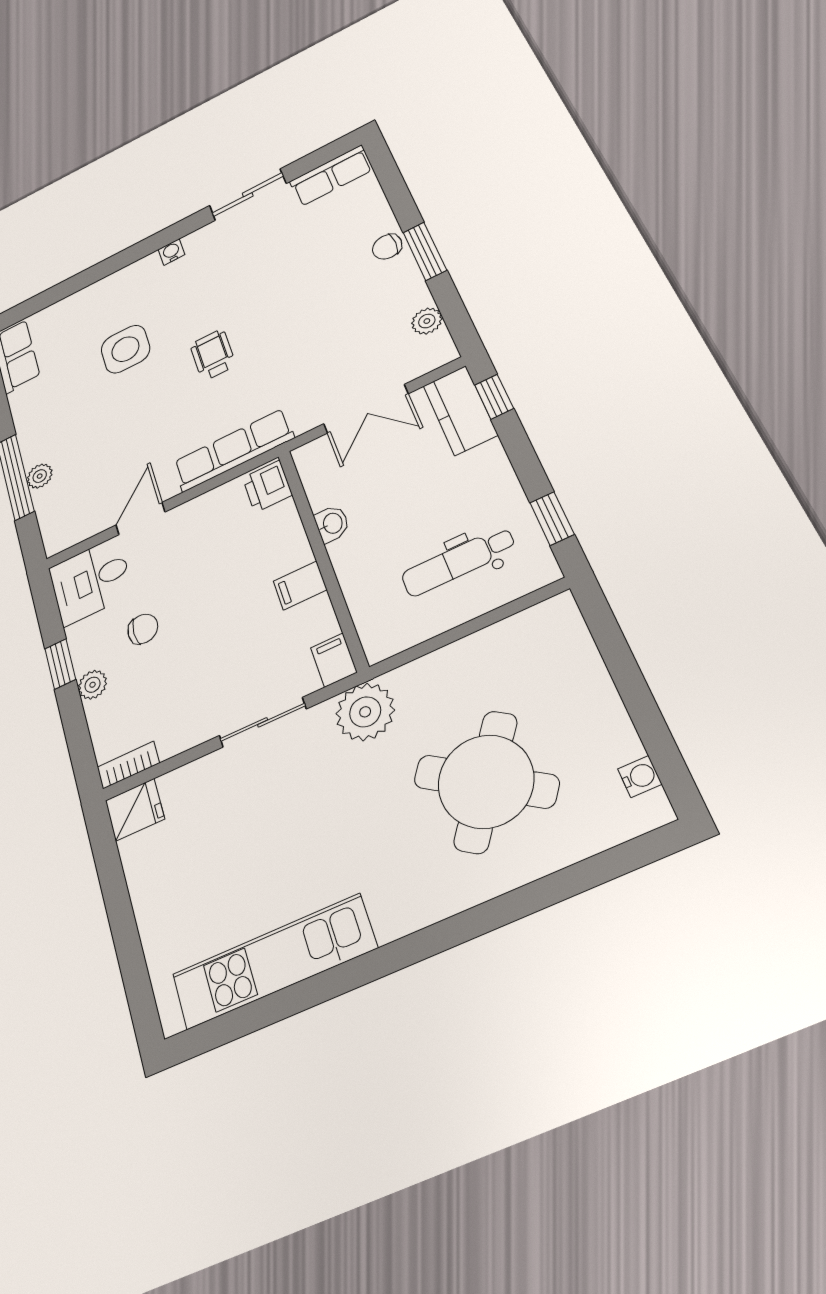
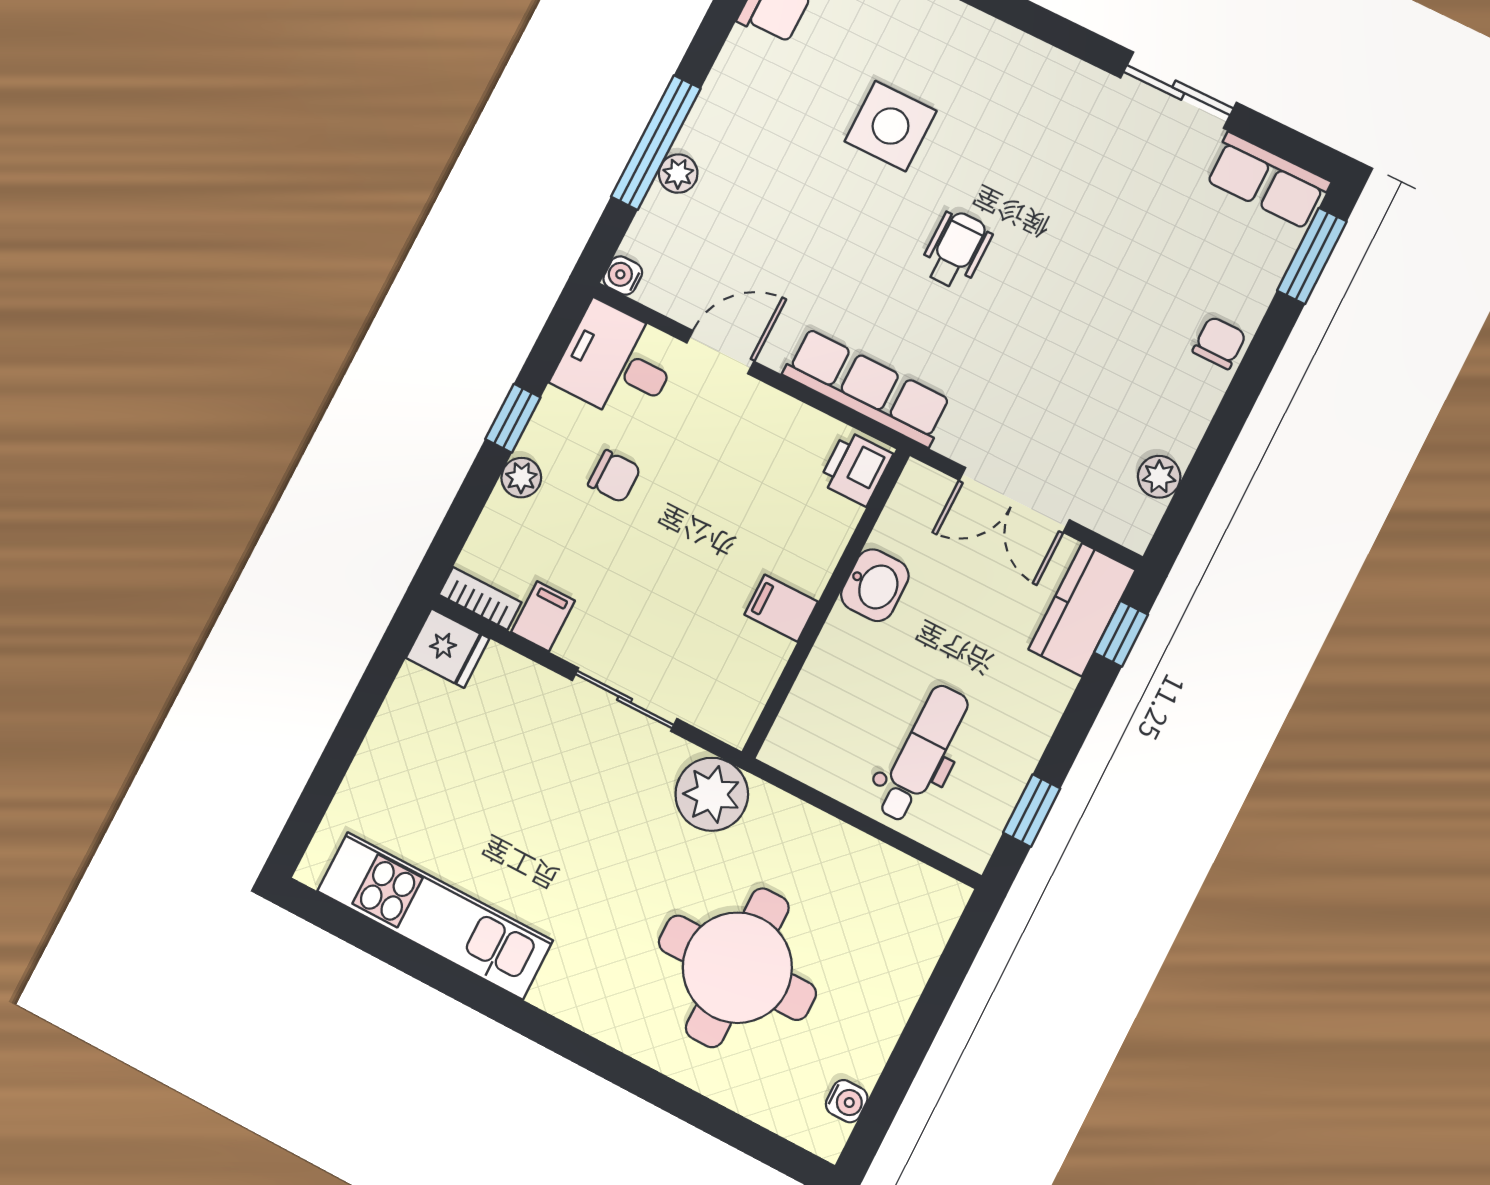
chair: (387, 247) -> (1219, 343), turned 90
window: (425, 251) -> (1312, 256), moved
water cooler: (171, 252) -> (623, 276), moved, turned -90
washbasin: (332, 524) -> (875, 585), width x1.38, depth x1.45
dental chair: (458, 562) -> (922, 753), turned 90
filing cabinet: (334, 660) -> (543, 616), moved
round table: (486, 781) -> (737, 968), turned -34

